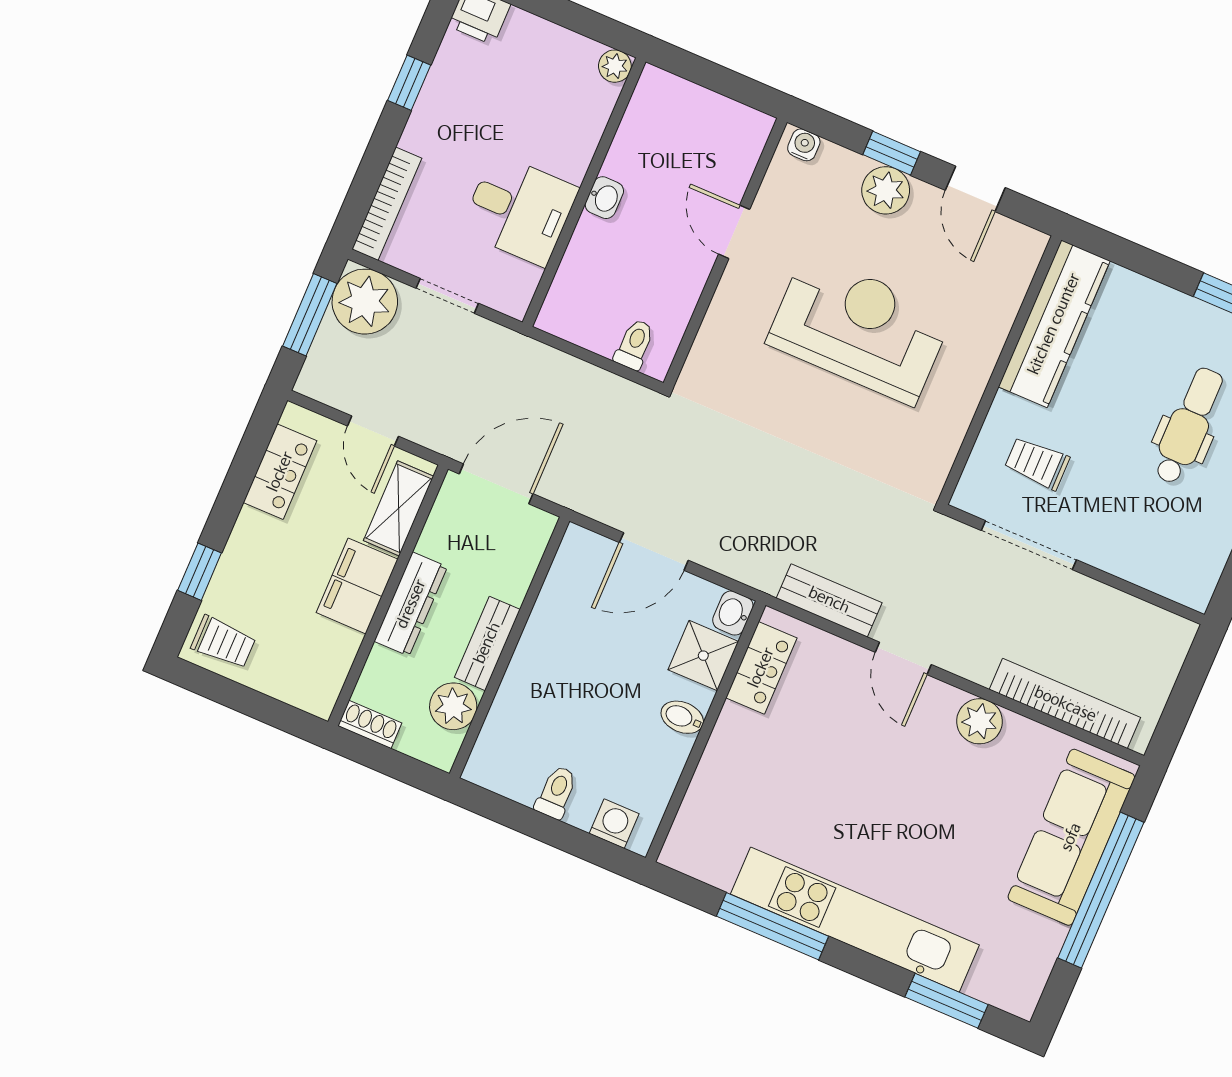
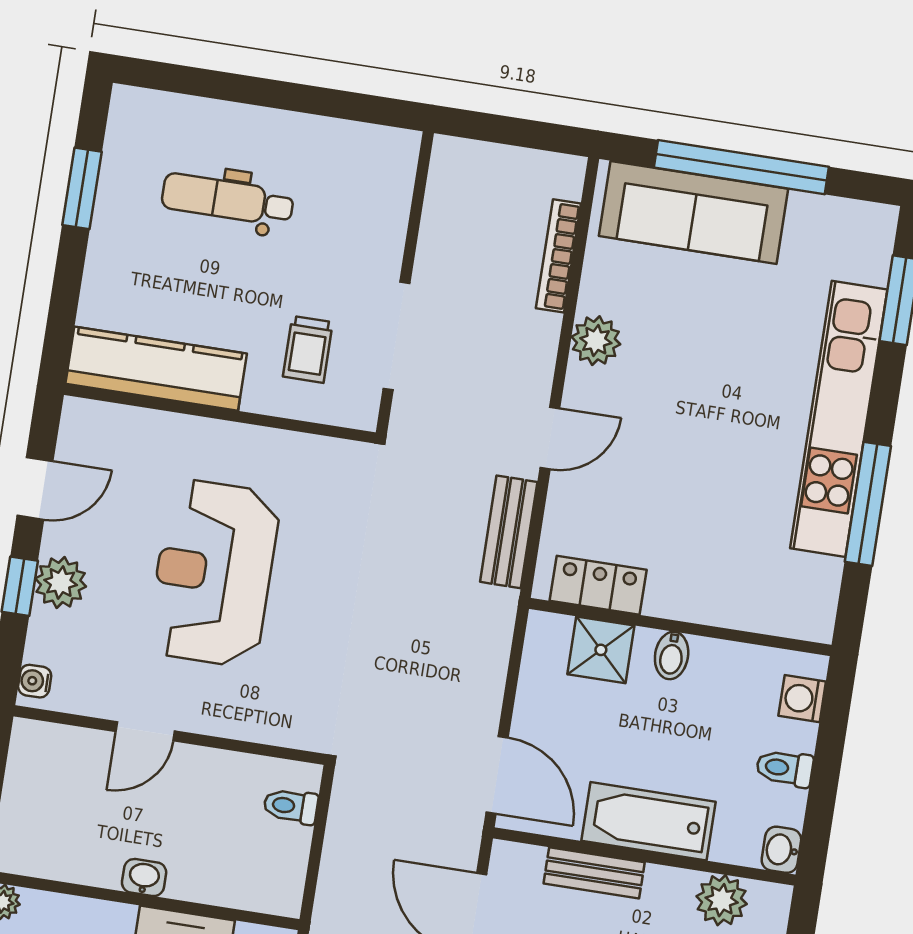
door: (654, 551) -> (497, 775), moved
washbasin: (733, 613) -> (781, 850), moved, turned 90
bench: (487, 643) -> (594, 873), moved
bathtub: (540, 659) -> (649, 821), added
bookcase: (1065, 704) -> (558, 256), width x0.68, depth x0.76

